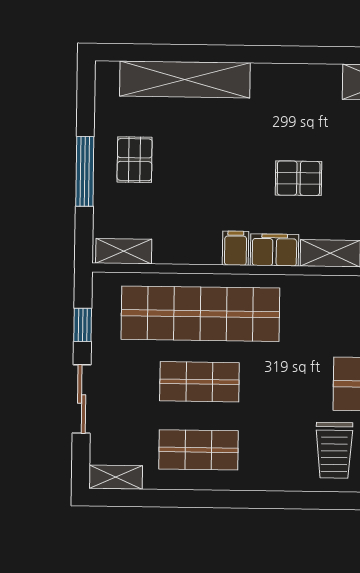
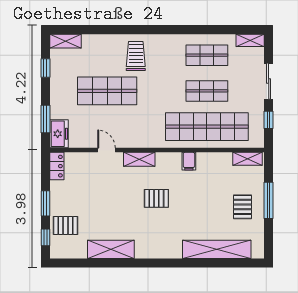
filing cabinet: (274, 250) -> (168, 161), removed

